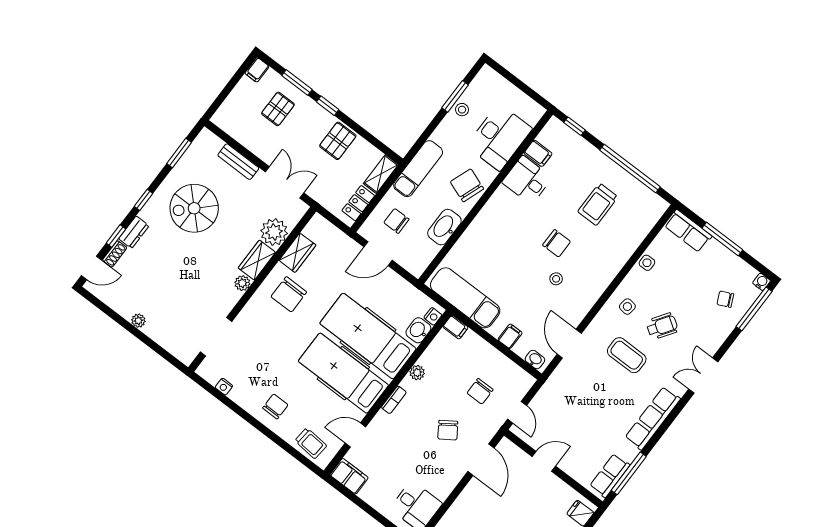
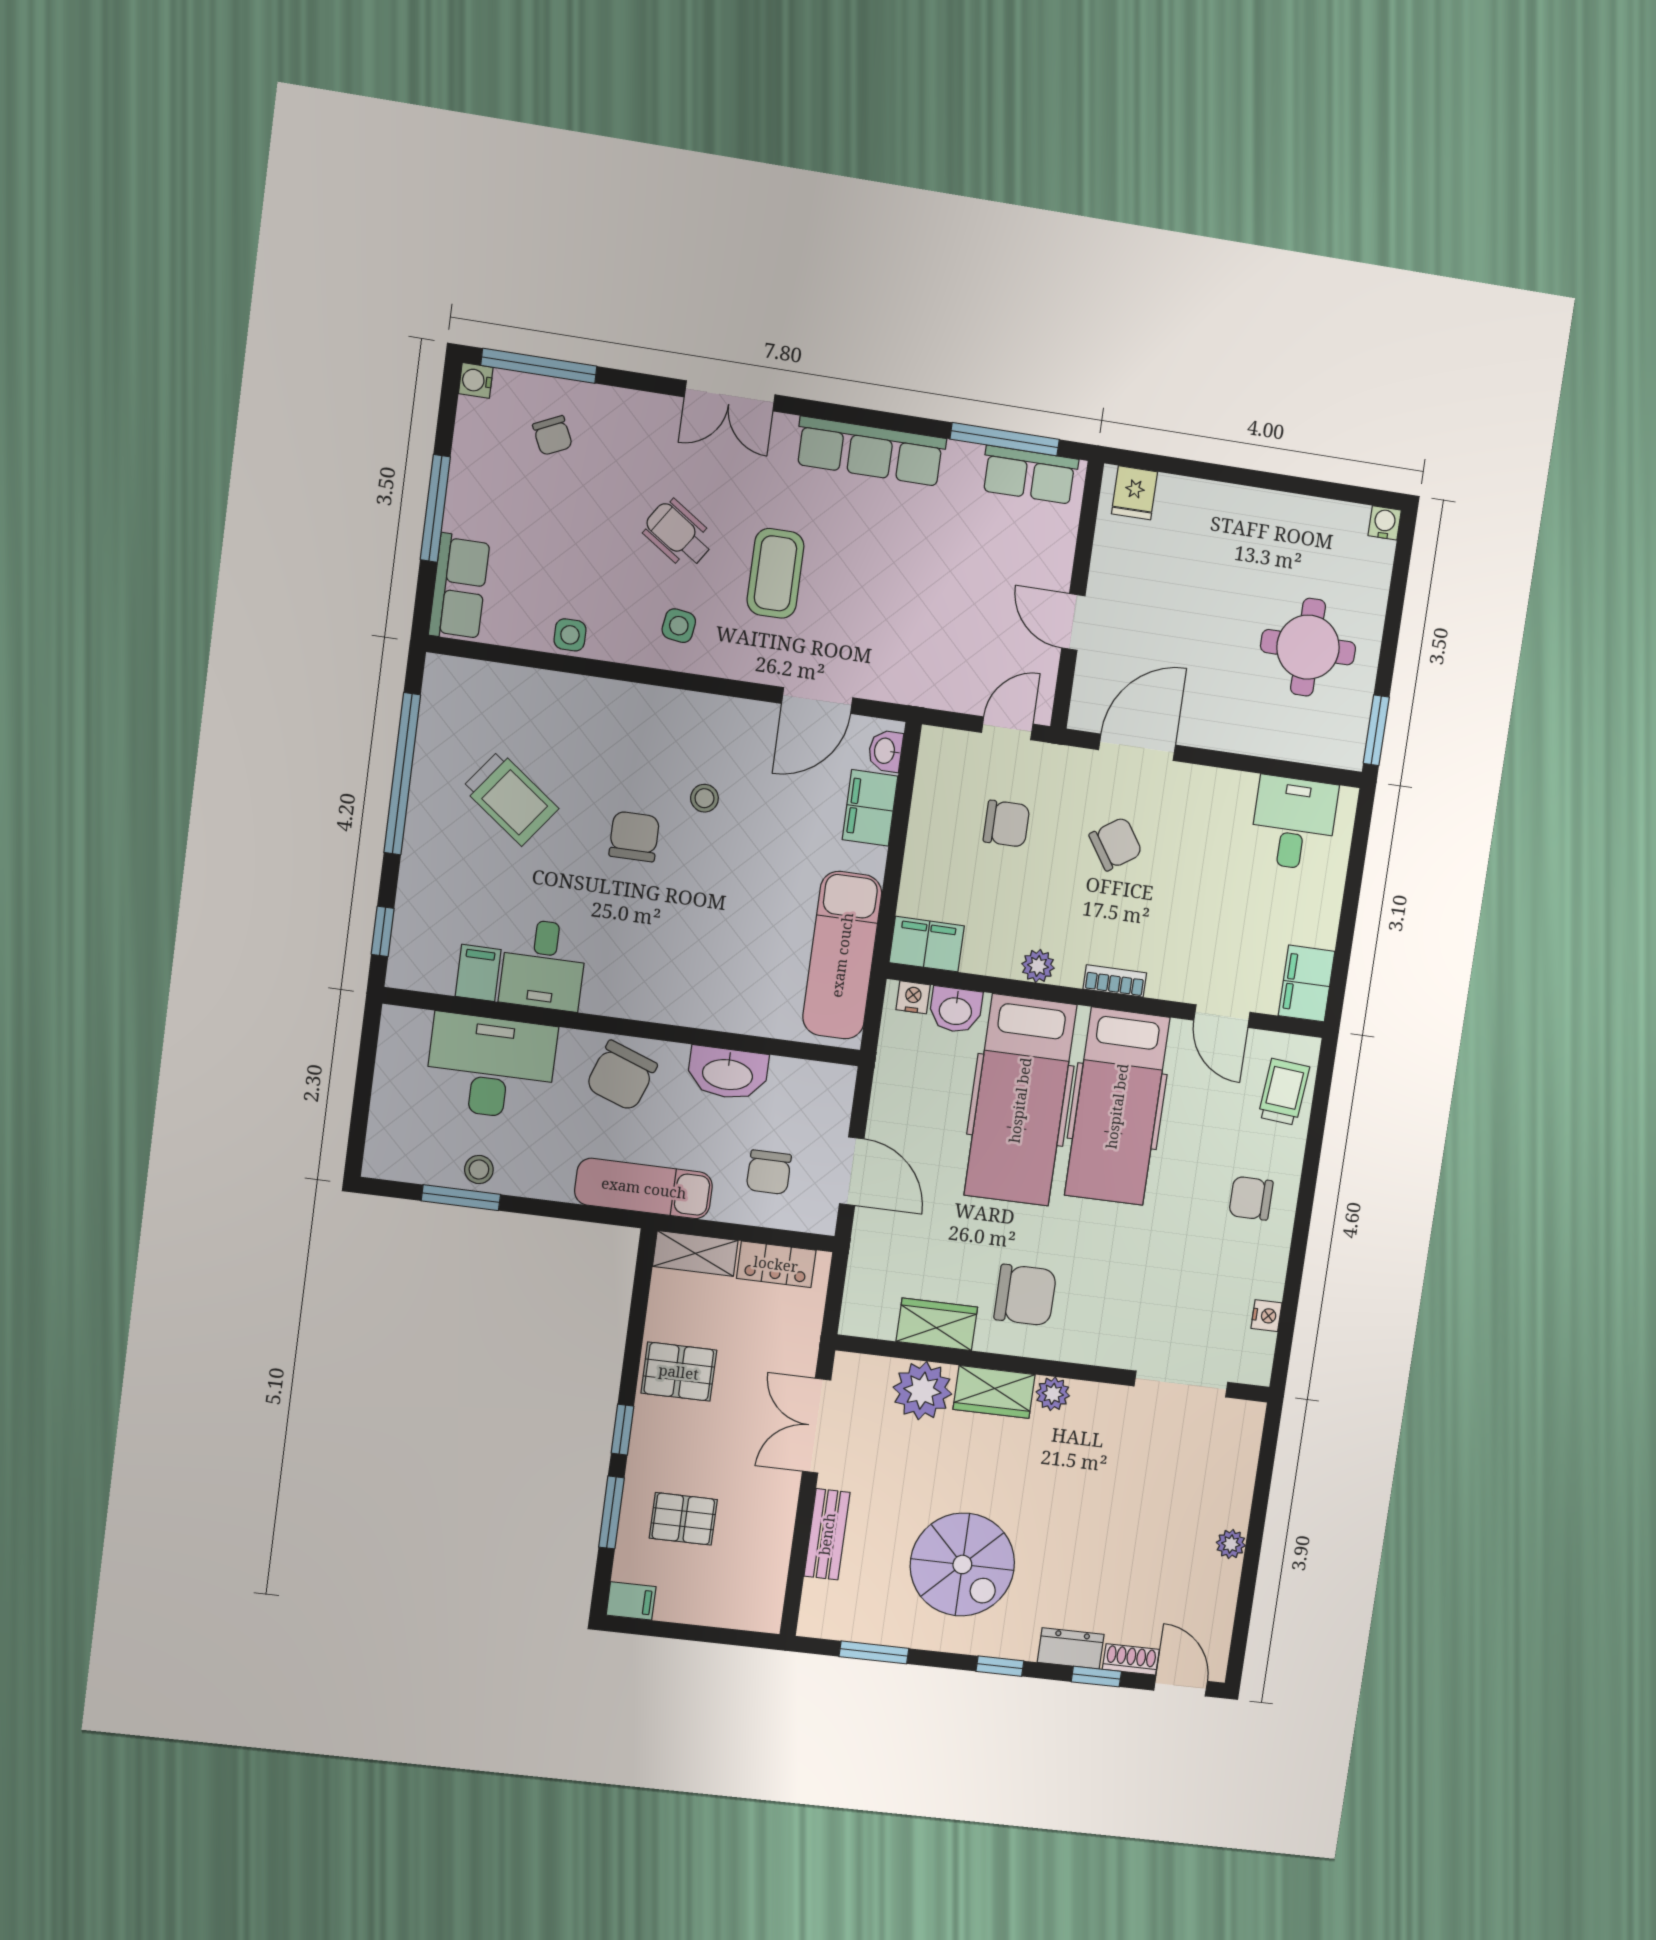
trolley: (598, 204) -> (510, 798), turned 37
filing cabinet: (455, 327) -> (927, 944), width x2.00
filing cabinet: (510, 336) -> (870, 808), width x2.00

